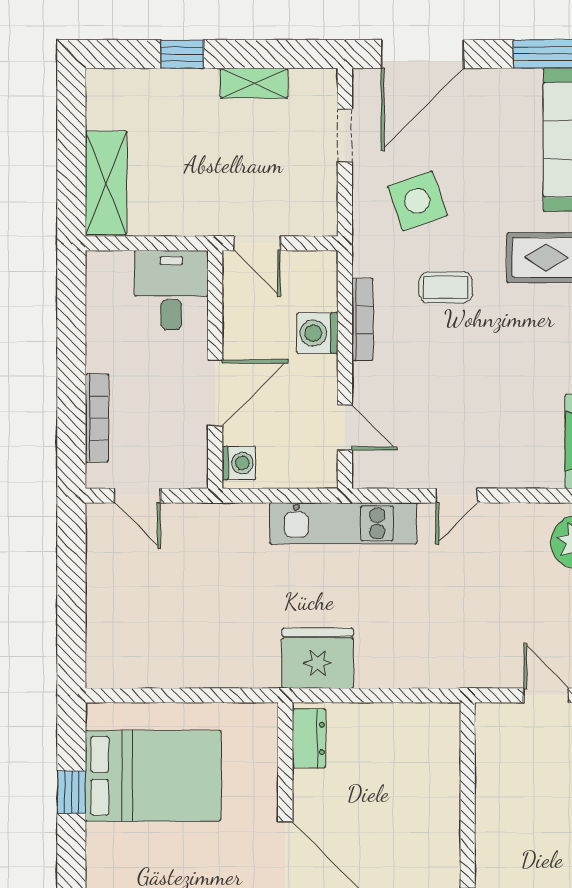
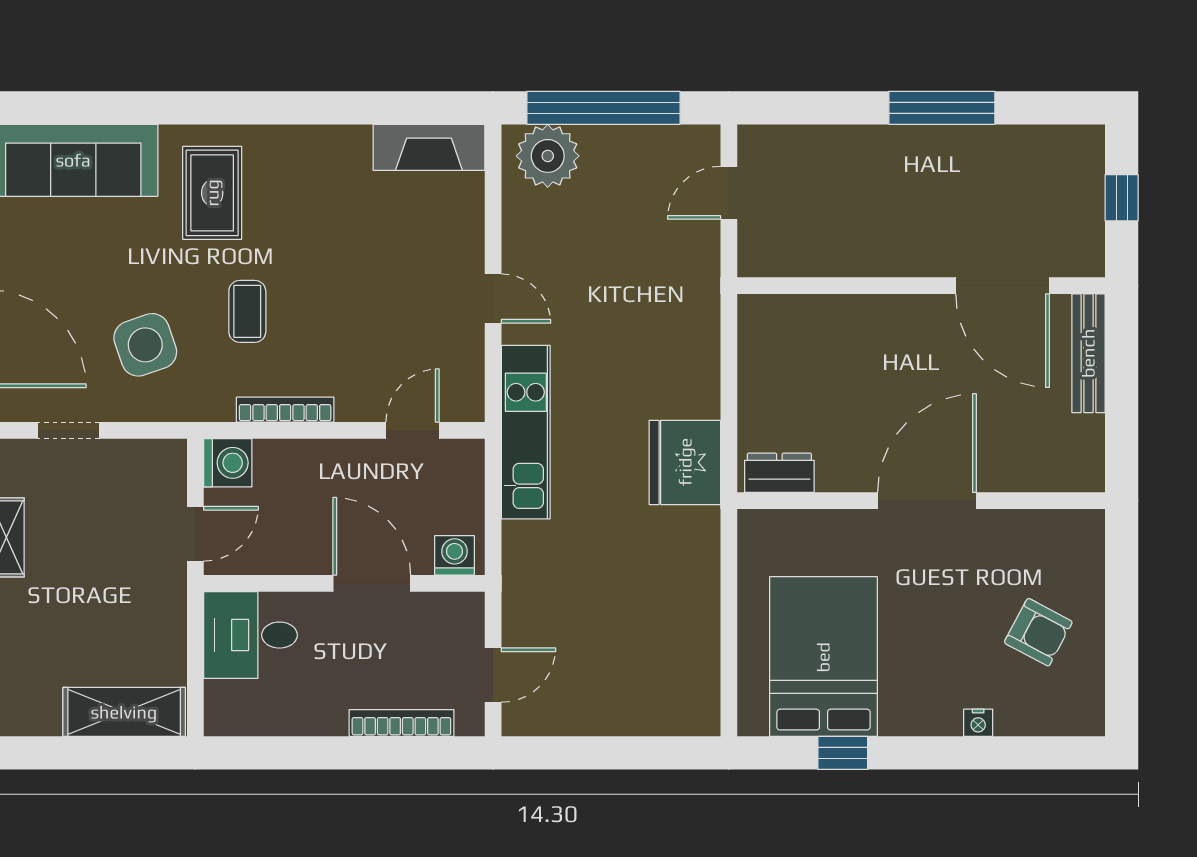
washing machine: (317, 333) -> (228, 463), moved, turned -90

